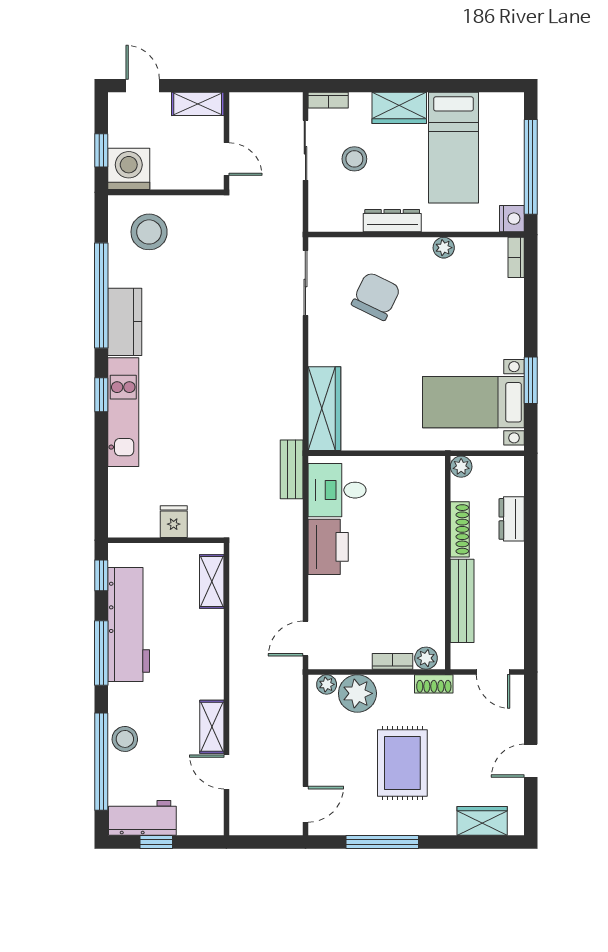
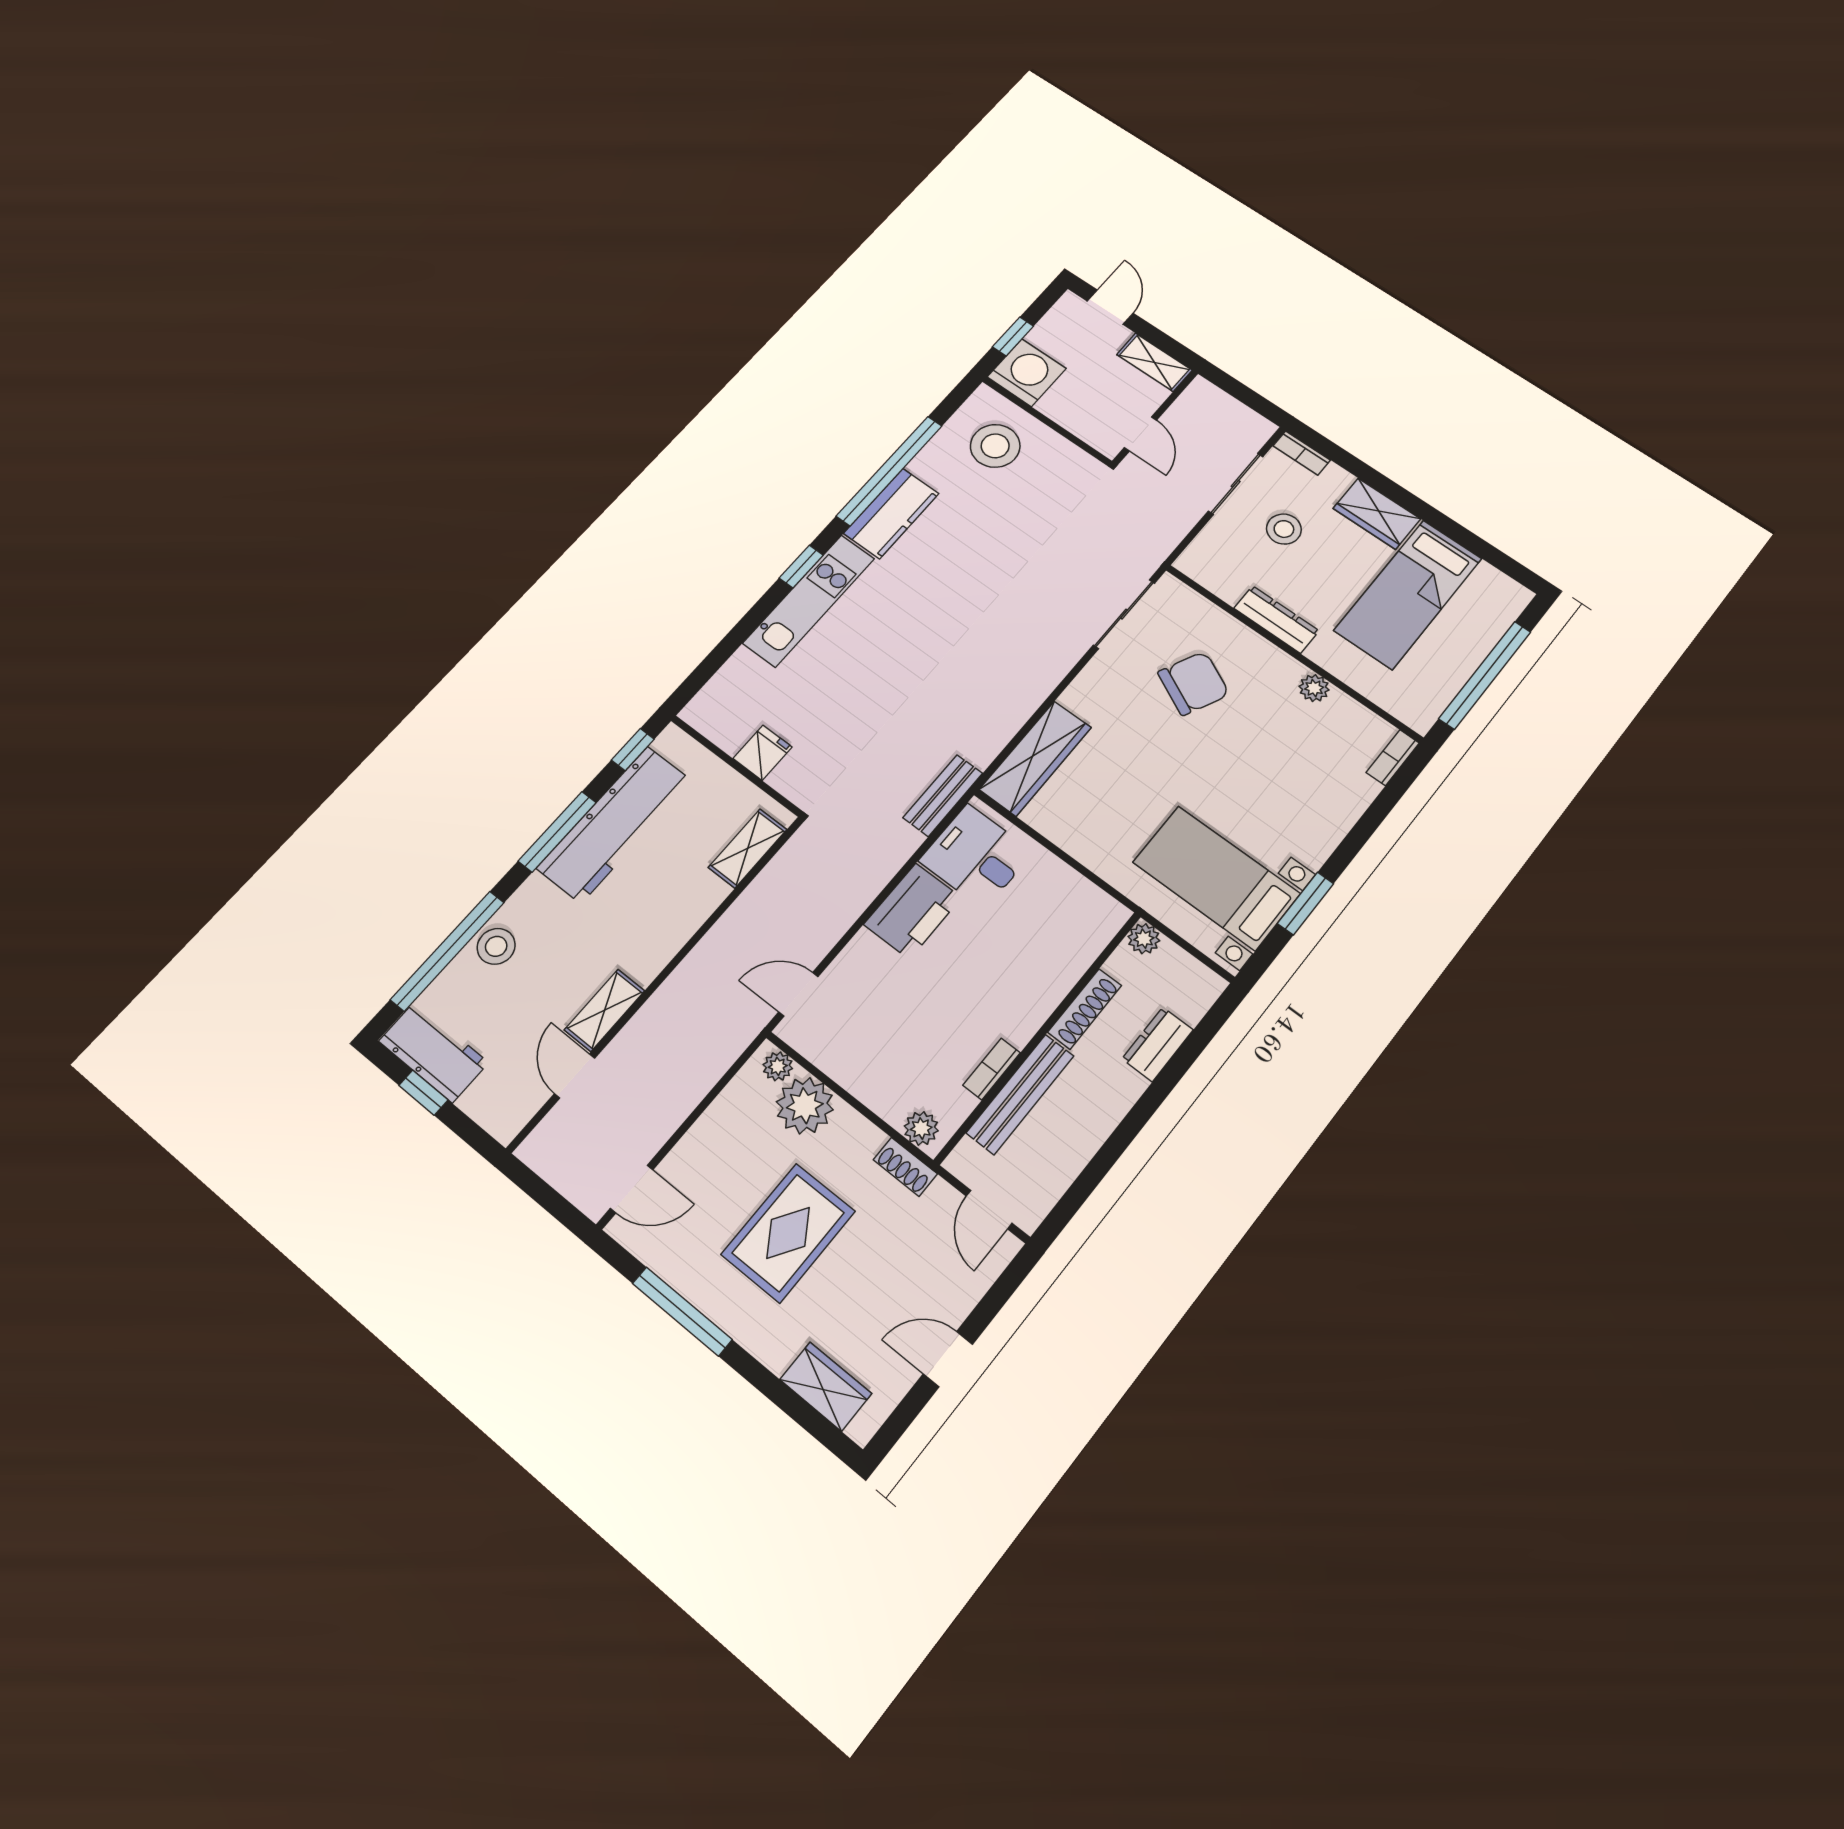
nightstand: (512, 219) -> (1420, 713), removed
bookcase: (393, 661) -> (992, 1069), moved, turned -90

